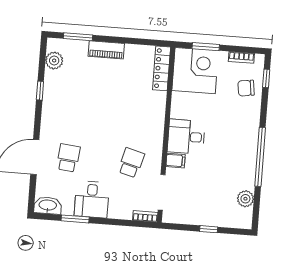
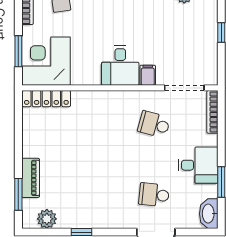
piano: (106, 50) -> (31, 178), moved
bookcase: (145, 216) -> (212, 112), width x1.56

